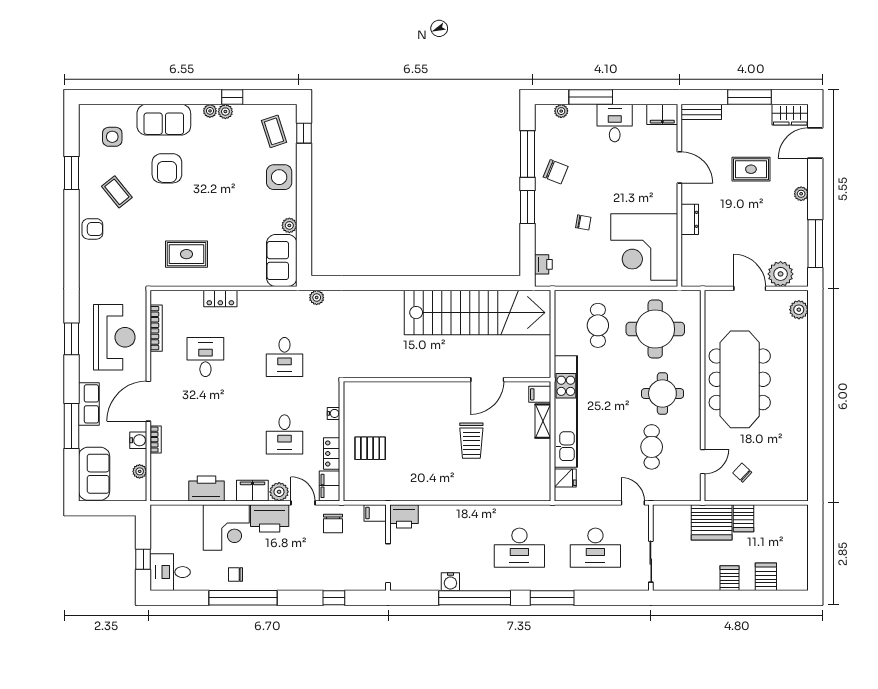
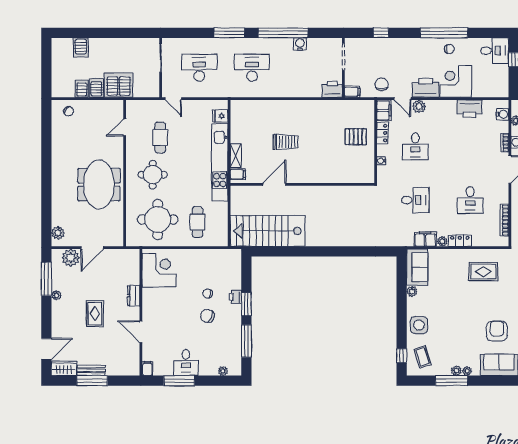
window: (232, 97) -> (451, 381), width x2.17
window: (591, 97) -> (179, 381), moved
bench: (701, 112) -> (91, 370), moved
filing cabinet: (662, 114) -> (147, 369), width x0.50
rug: (751, 169) -> (95, 314), moved, turned 90
chair: (556, 172) -> (207, 316), moved
plant: (801, 194) -> (56, 295), moved
corner desk: (644, 247) -> (159, 270), width x0.74, depth x0.74
printer: (543, 264) -> (235, 297), moved
door: (750, 288) -> (92, 248), hinge flipped
plant: (317, 298) -> (442, 241), moved
stairs: (478, 313) -> (268, 231), width x0.73
desk: (285, 357) -> (415, 200), turned 90
meeting table: (740, 379) -> (99, 185), width x0.73
desk: (285, 434) -> (415, 146), turned 180
trolley: (471, 441) -> (285, 142), turned 90
chair: (742, 473) -> (69, 111), moved
water cooler: (159, 481) -> (503, 114), added
filing cabinet: (252, 491) -> (425, 239), moved, turned 180
server rack: (730, 578) -> (82, 89), moved, turned 180

